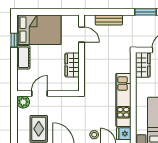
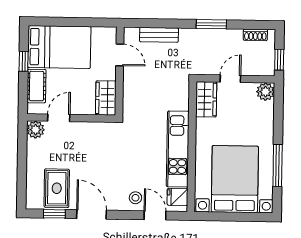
door: (39, 93) -> (59, 118), moved
wall: (48, 93) -> (71, 118), moved
plant: (23, 102) -> (36, 130), moved

